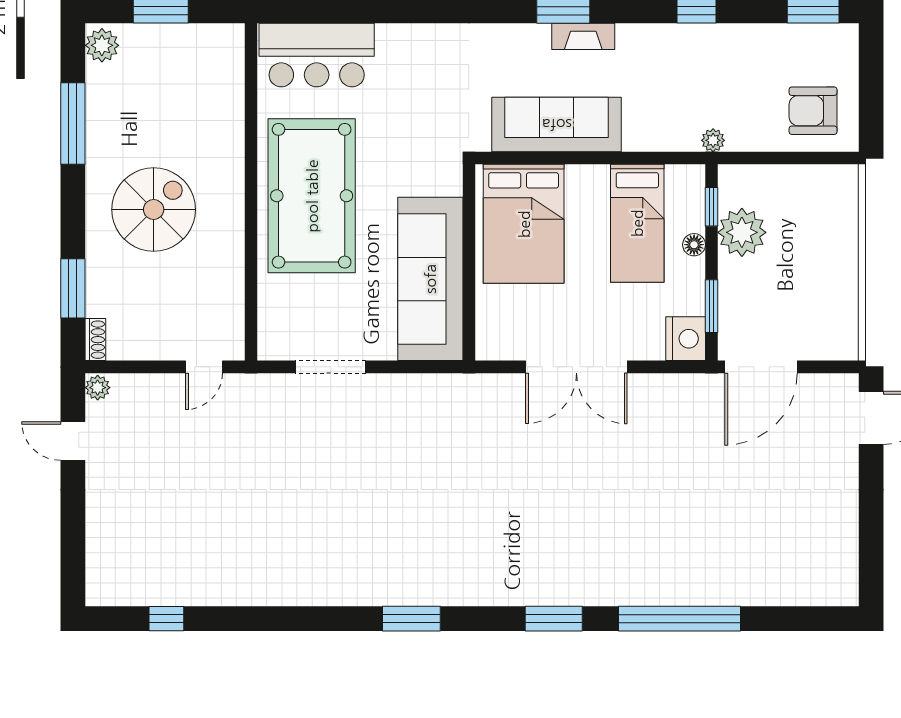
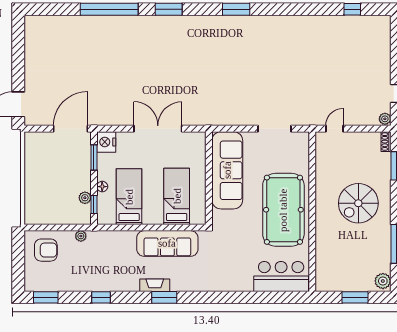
plant: (713, 140) -> (81, 236), moved
bed: (524, 224) -> (177, 196), width x0.67
plant: (742, 232) -> (85, 198), width x0.53, depth x0.53

